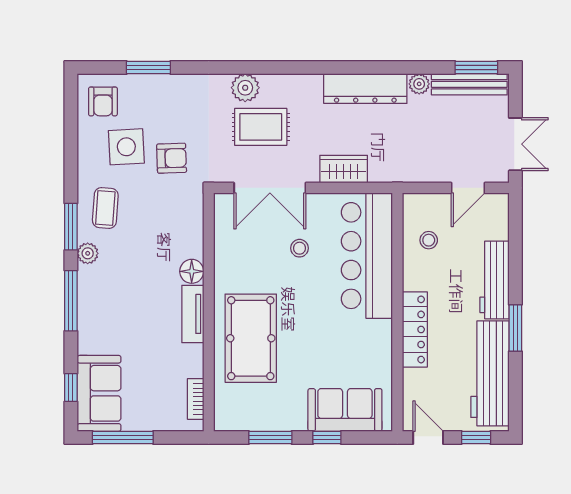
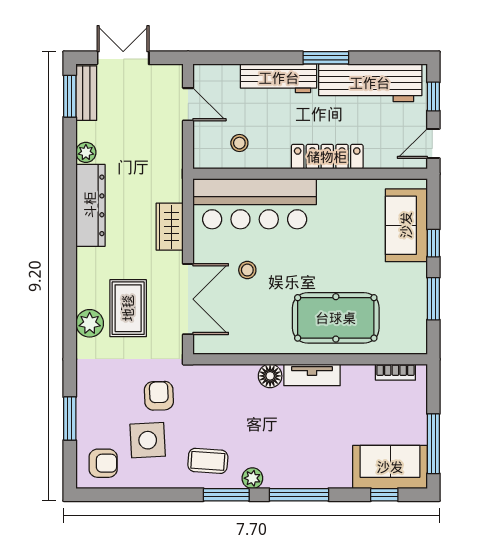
bench: (469, 84) -> (86, 93), width x0.73
double door: (515, 144) -> (123, 58), moved

